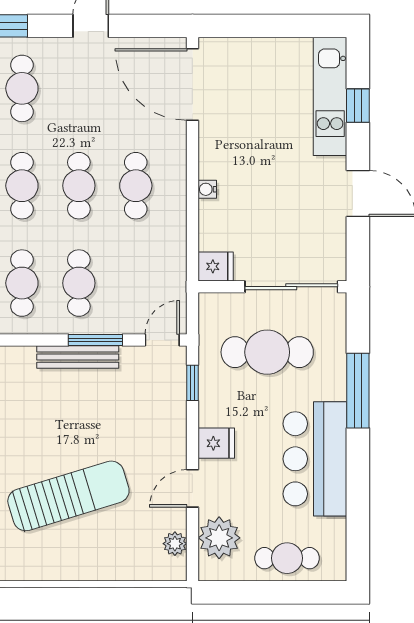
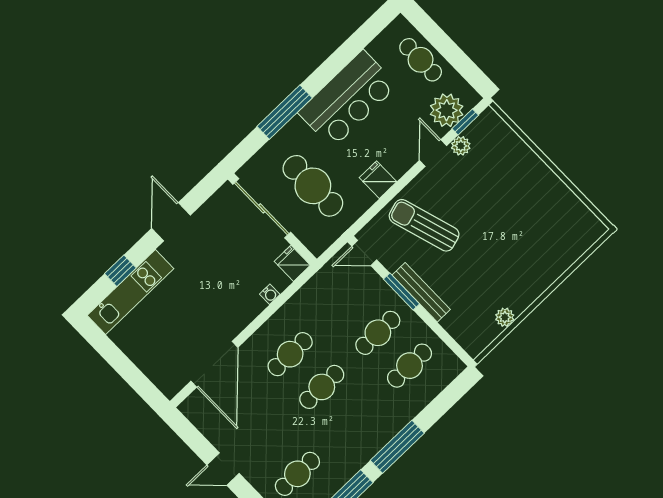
door: (192, 84) -> (214, 364), moved
cafe table: (22, 186) -> (353, 420), removed
water cooler: (207, 189) -> (270, 294), moved
window: (192, 383) -> (465, 122), moved
fridge: (216, 443) -> (378, 180), moved
door: (192, 488) -> (433, 153), swing flipped
sun lounger: (68, 496) -> (424, 225), moved, width x0.73, depth x0.75
plant: (175, 544) -> (461, 146), moved

